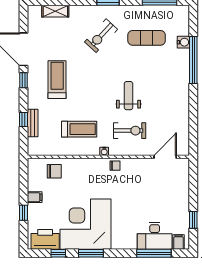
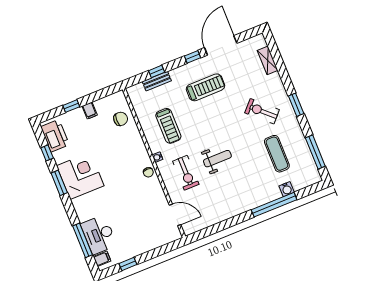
chair: (54, 171) -> (121, 119), turned -90
corner desk: (86, 224) -> (80, 176), width x0.74, depth x0.74

